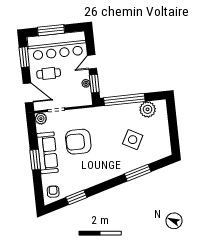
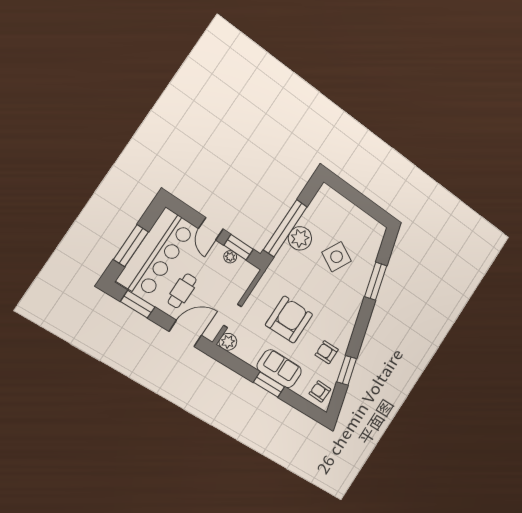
plant: (148, 109) -> (300, 238), moved
armchair: (78, 142) -> (289, 320), turned 180
sofa: (47, 153) -> (279, 369), width x0.73
armchair: (77, 177) -> (327, 352), added

